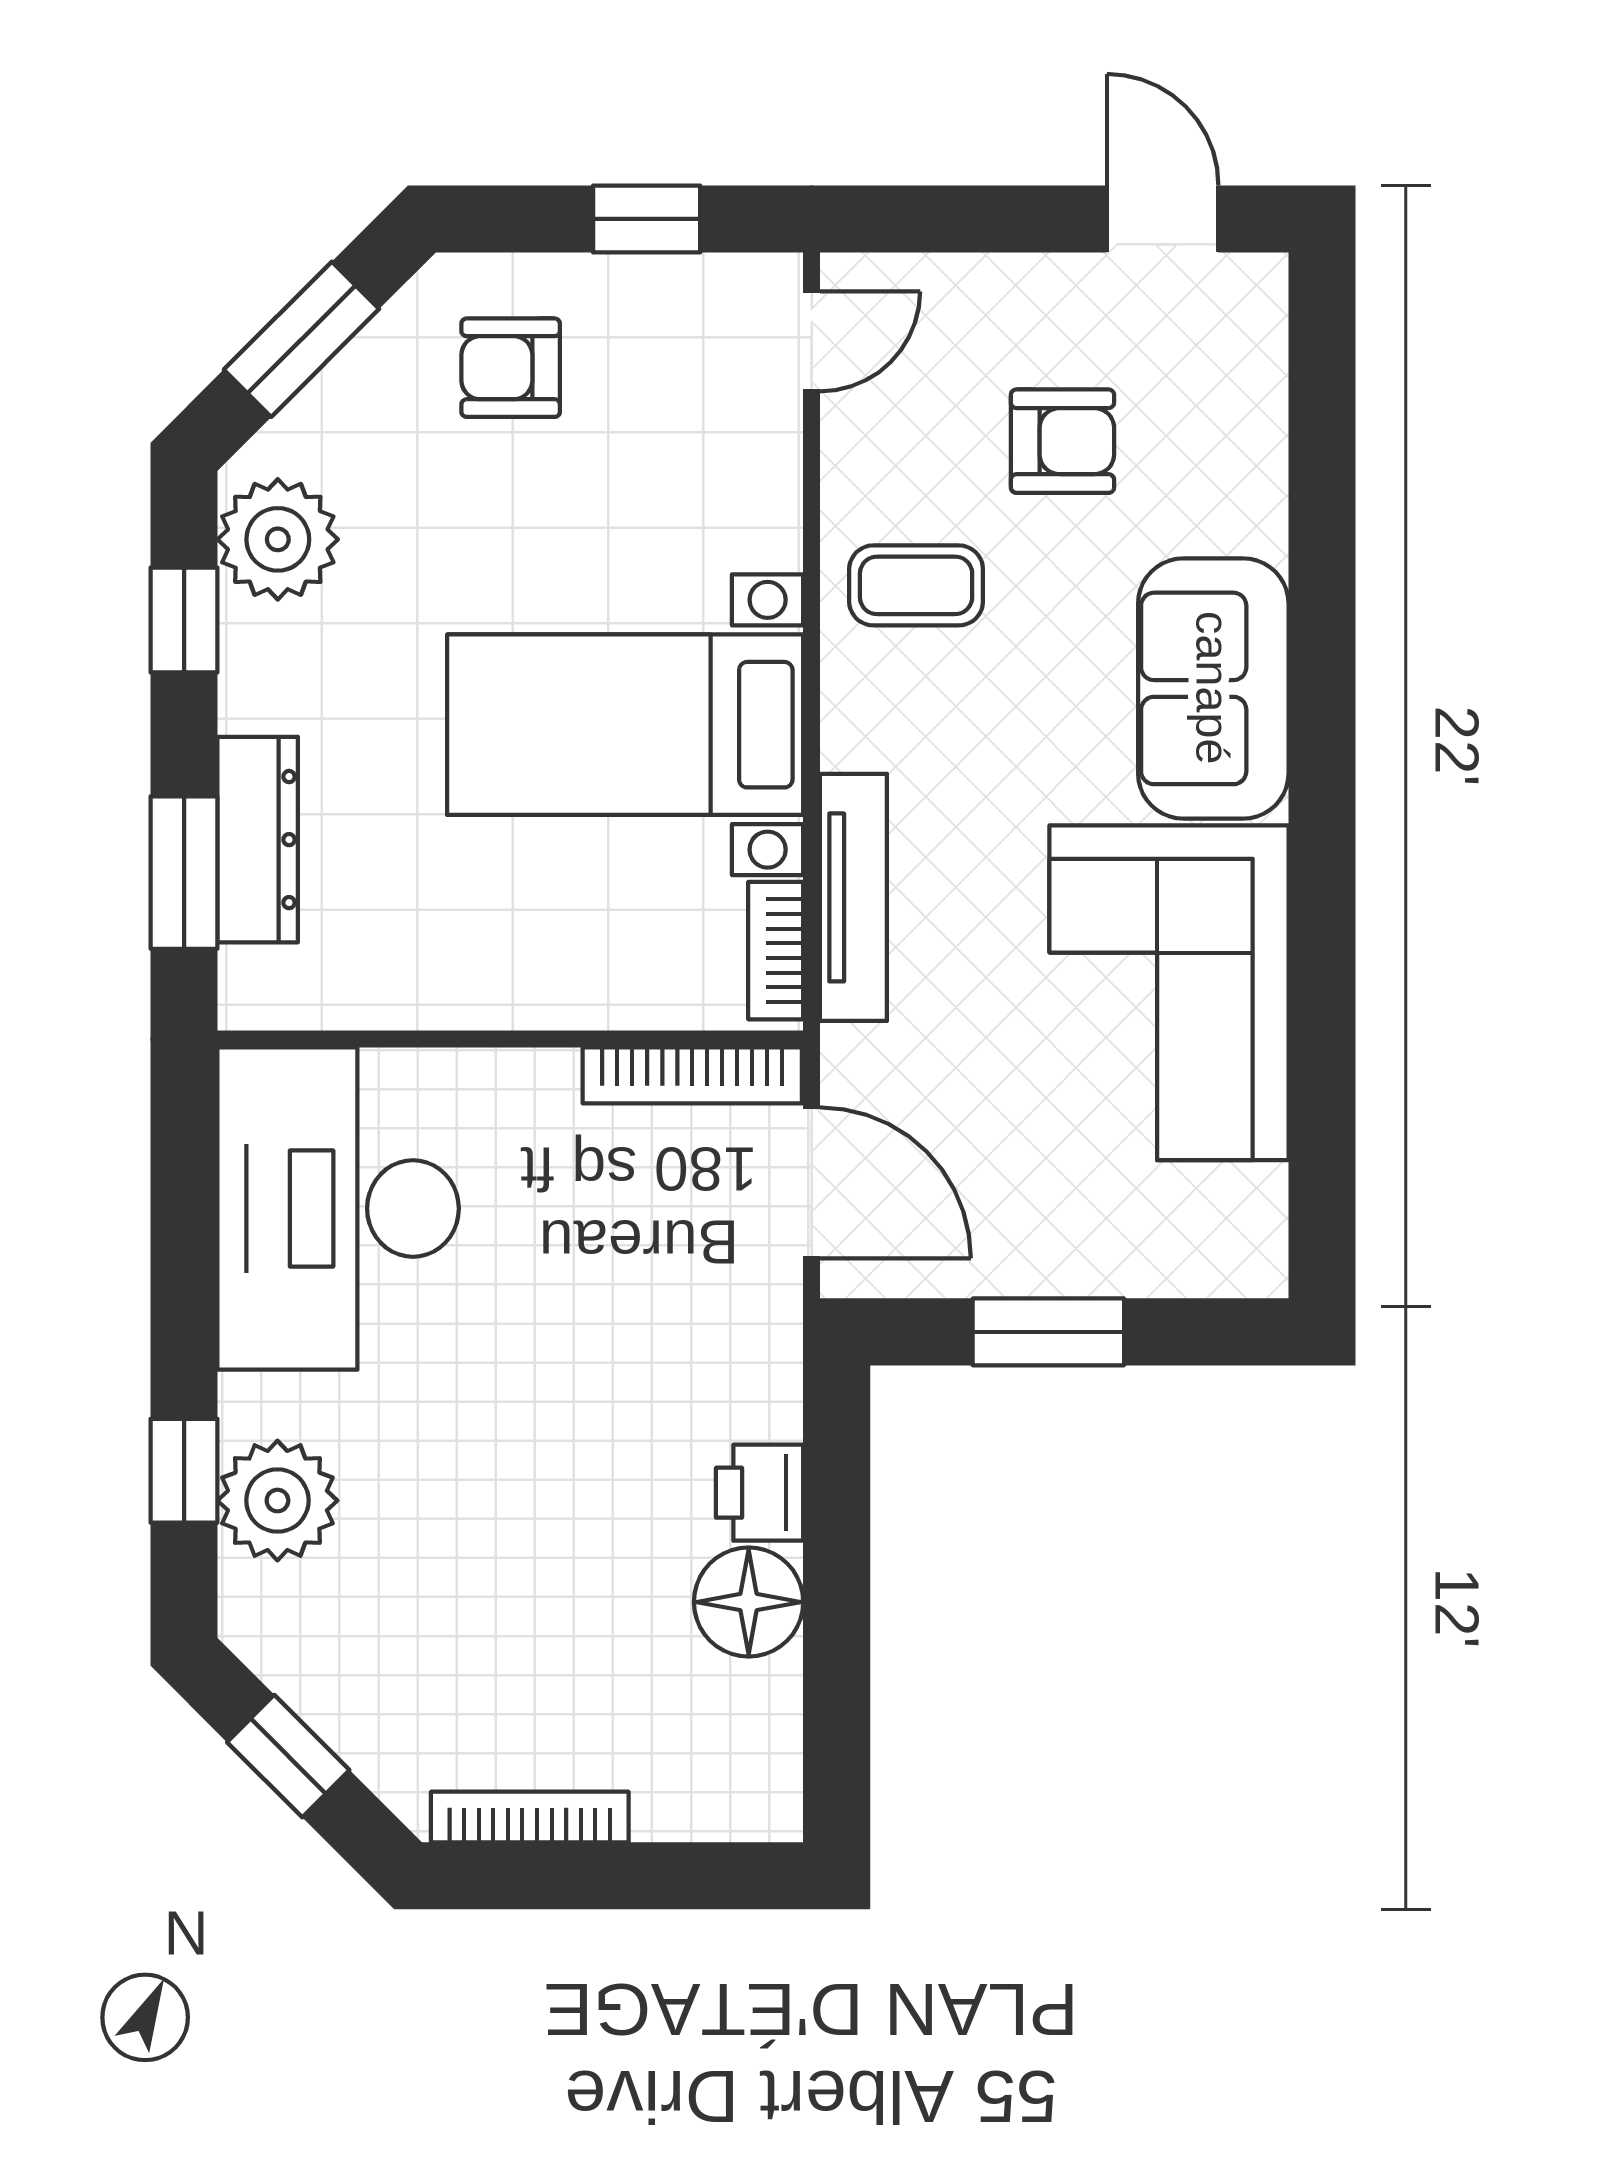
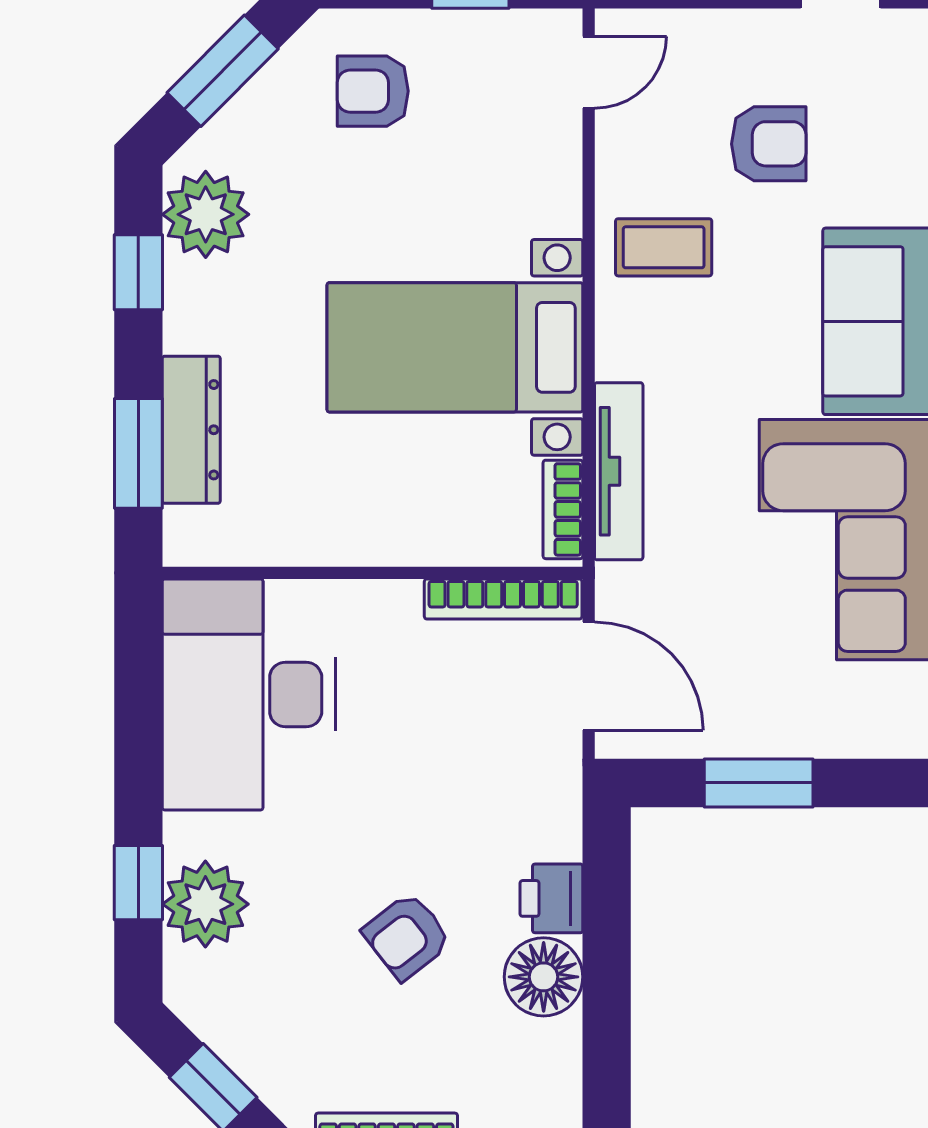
armchair: (558, 1545) -> (407, 936), added

